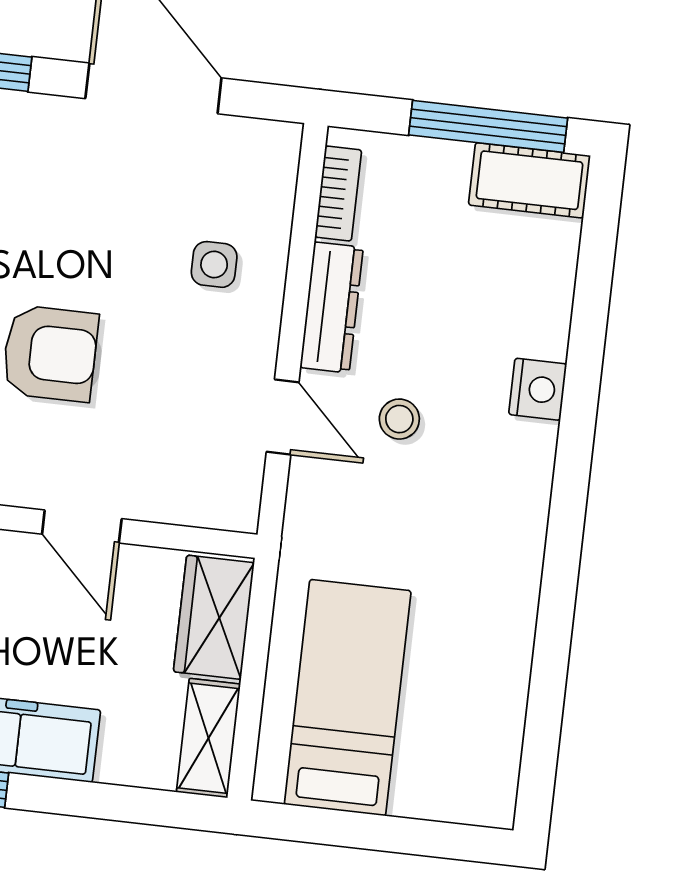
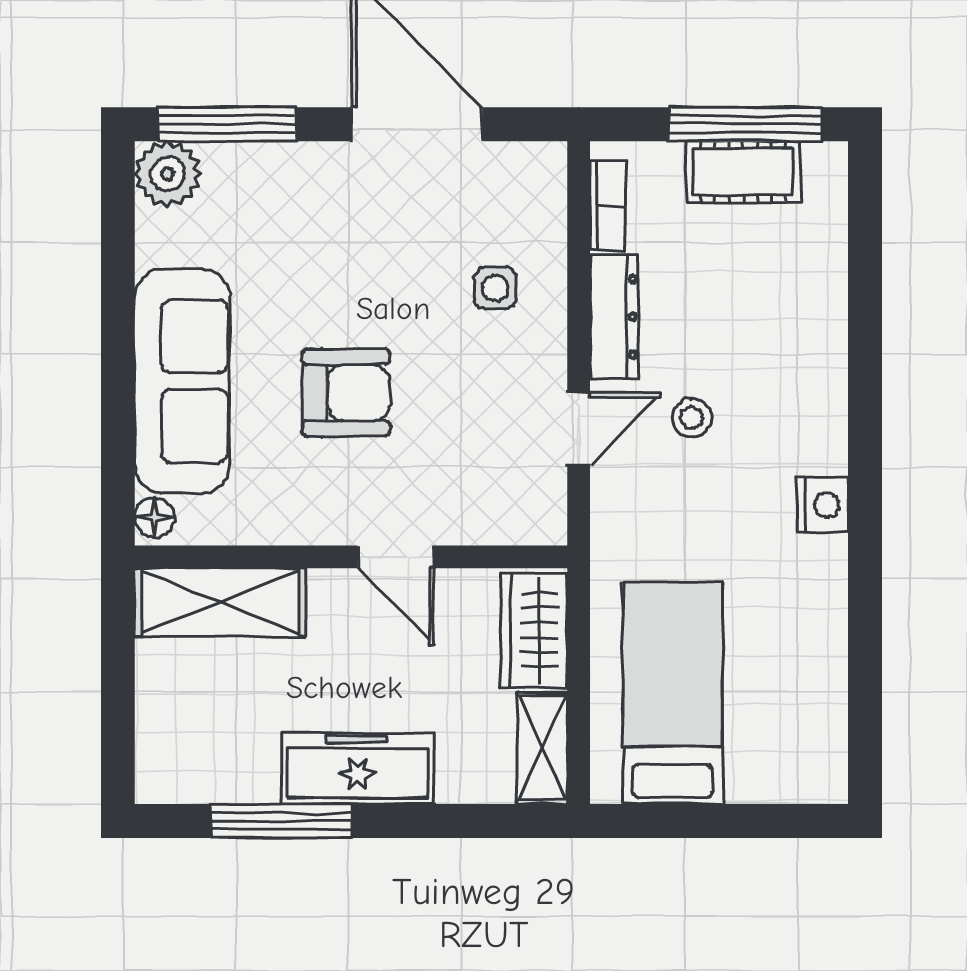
cot: (530, 180) -> (743, 172), moved
nightstand: (538, 389) -> (823, 505), moved
door: (283, 417) -> (579, 429), hinge flipped

